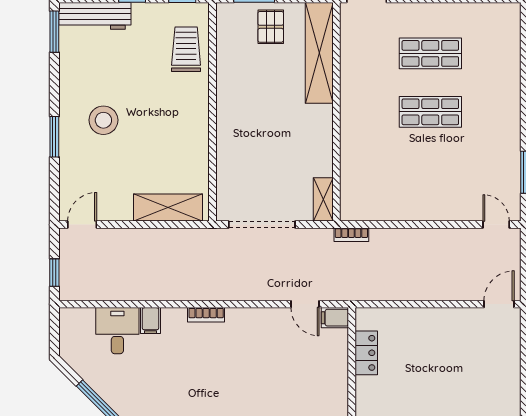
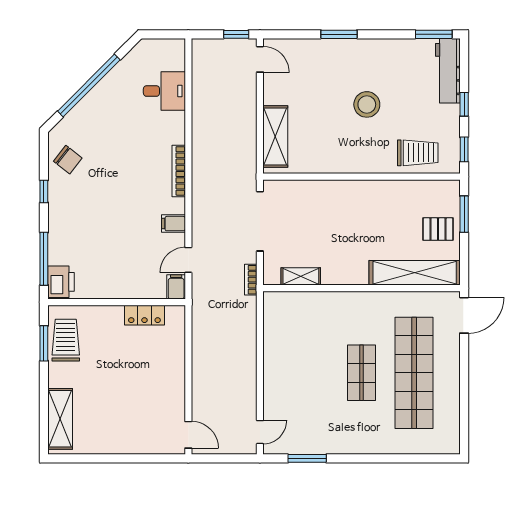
shop shelf: (430, 53) -> (414, 373), width x2.00, depth x1.36
stool: (103, 120) -> (367, 104), moved
shelving: (323, 199) -> (301, 276), moved
bookcase: (351, 235) -> (251, 280), moved
window: (54, 273) -> (236, 34), moved
bookcase: (206, 315) -> (179, 171), width x1.56
filing cabinet: (150, 321) -> (174, 224), moved

